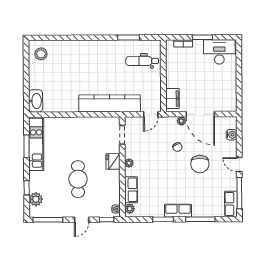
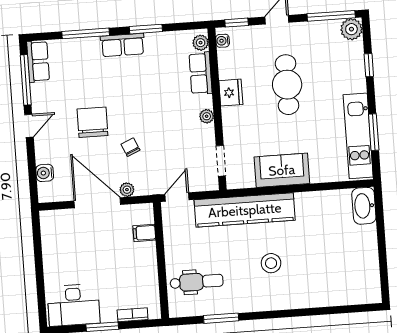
stool: (41, 54) -> (271, 263), moved
filing cabinet: (172, 99) -> (144, 233), width x0.50
sofa: (85, 126) -> (282, 170), added
fridge: (113, 161) -> (231, 93), moved
door: (239, 165) -> (29, 126), hinge flipped
plant: (36, 199) -> (351, 29), moved

